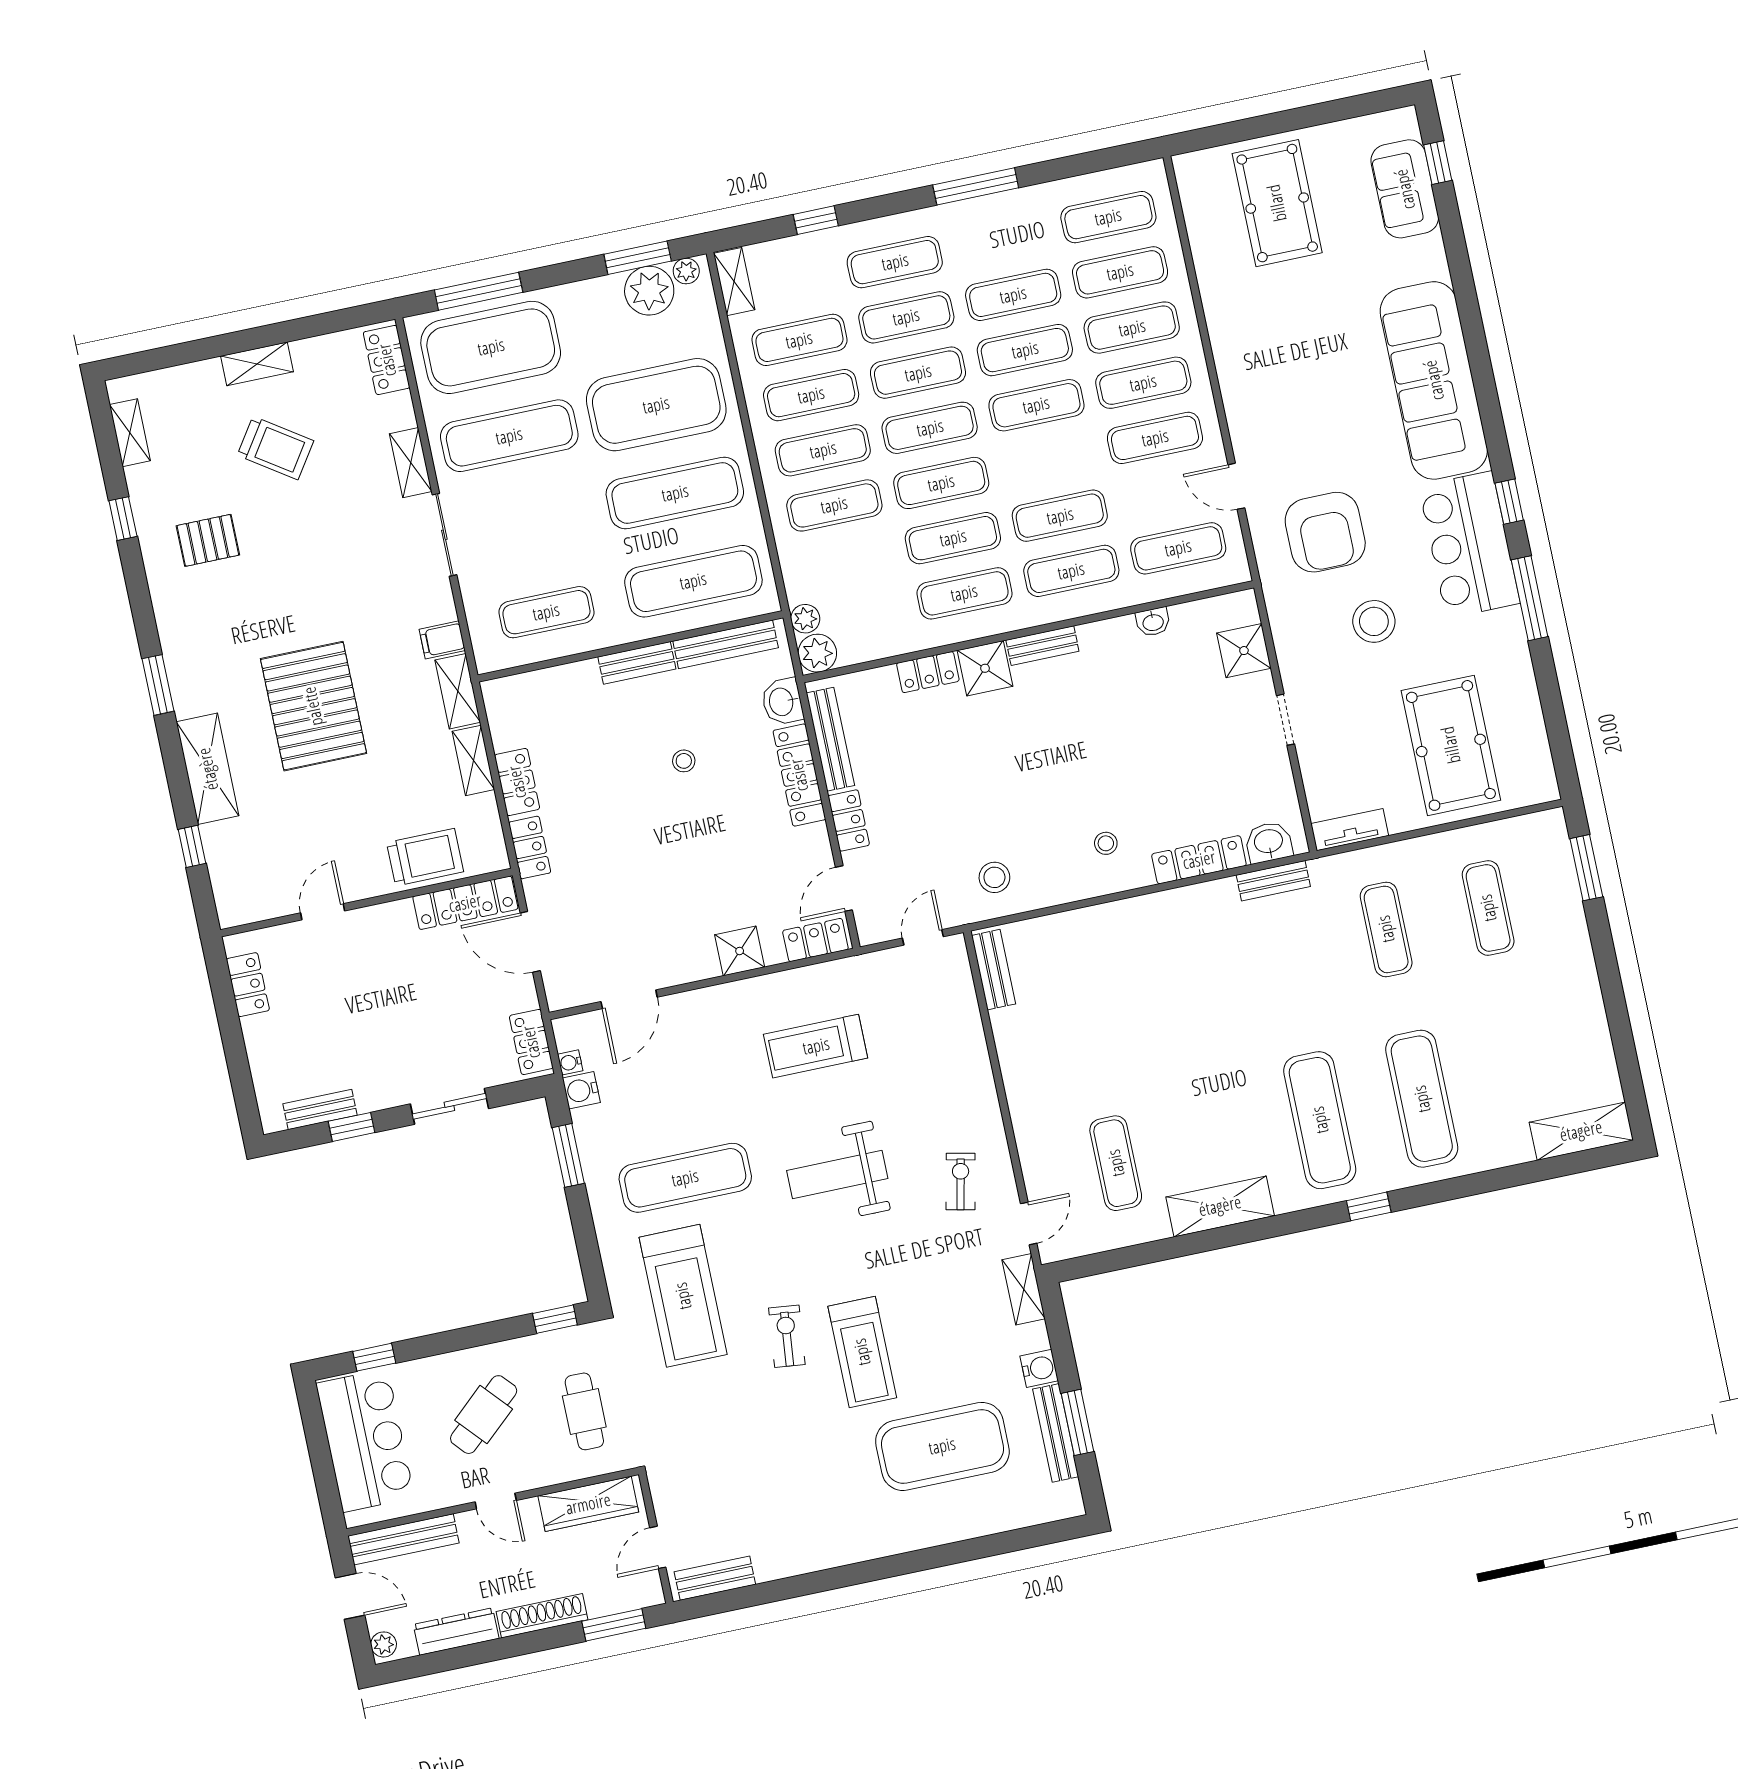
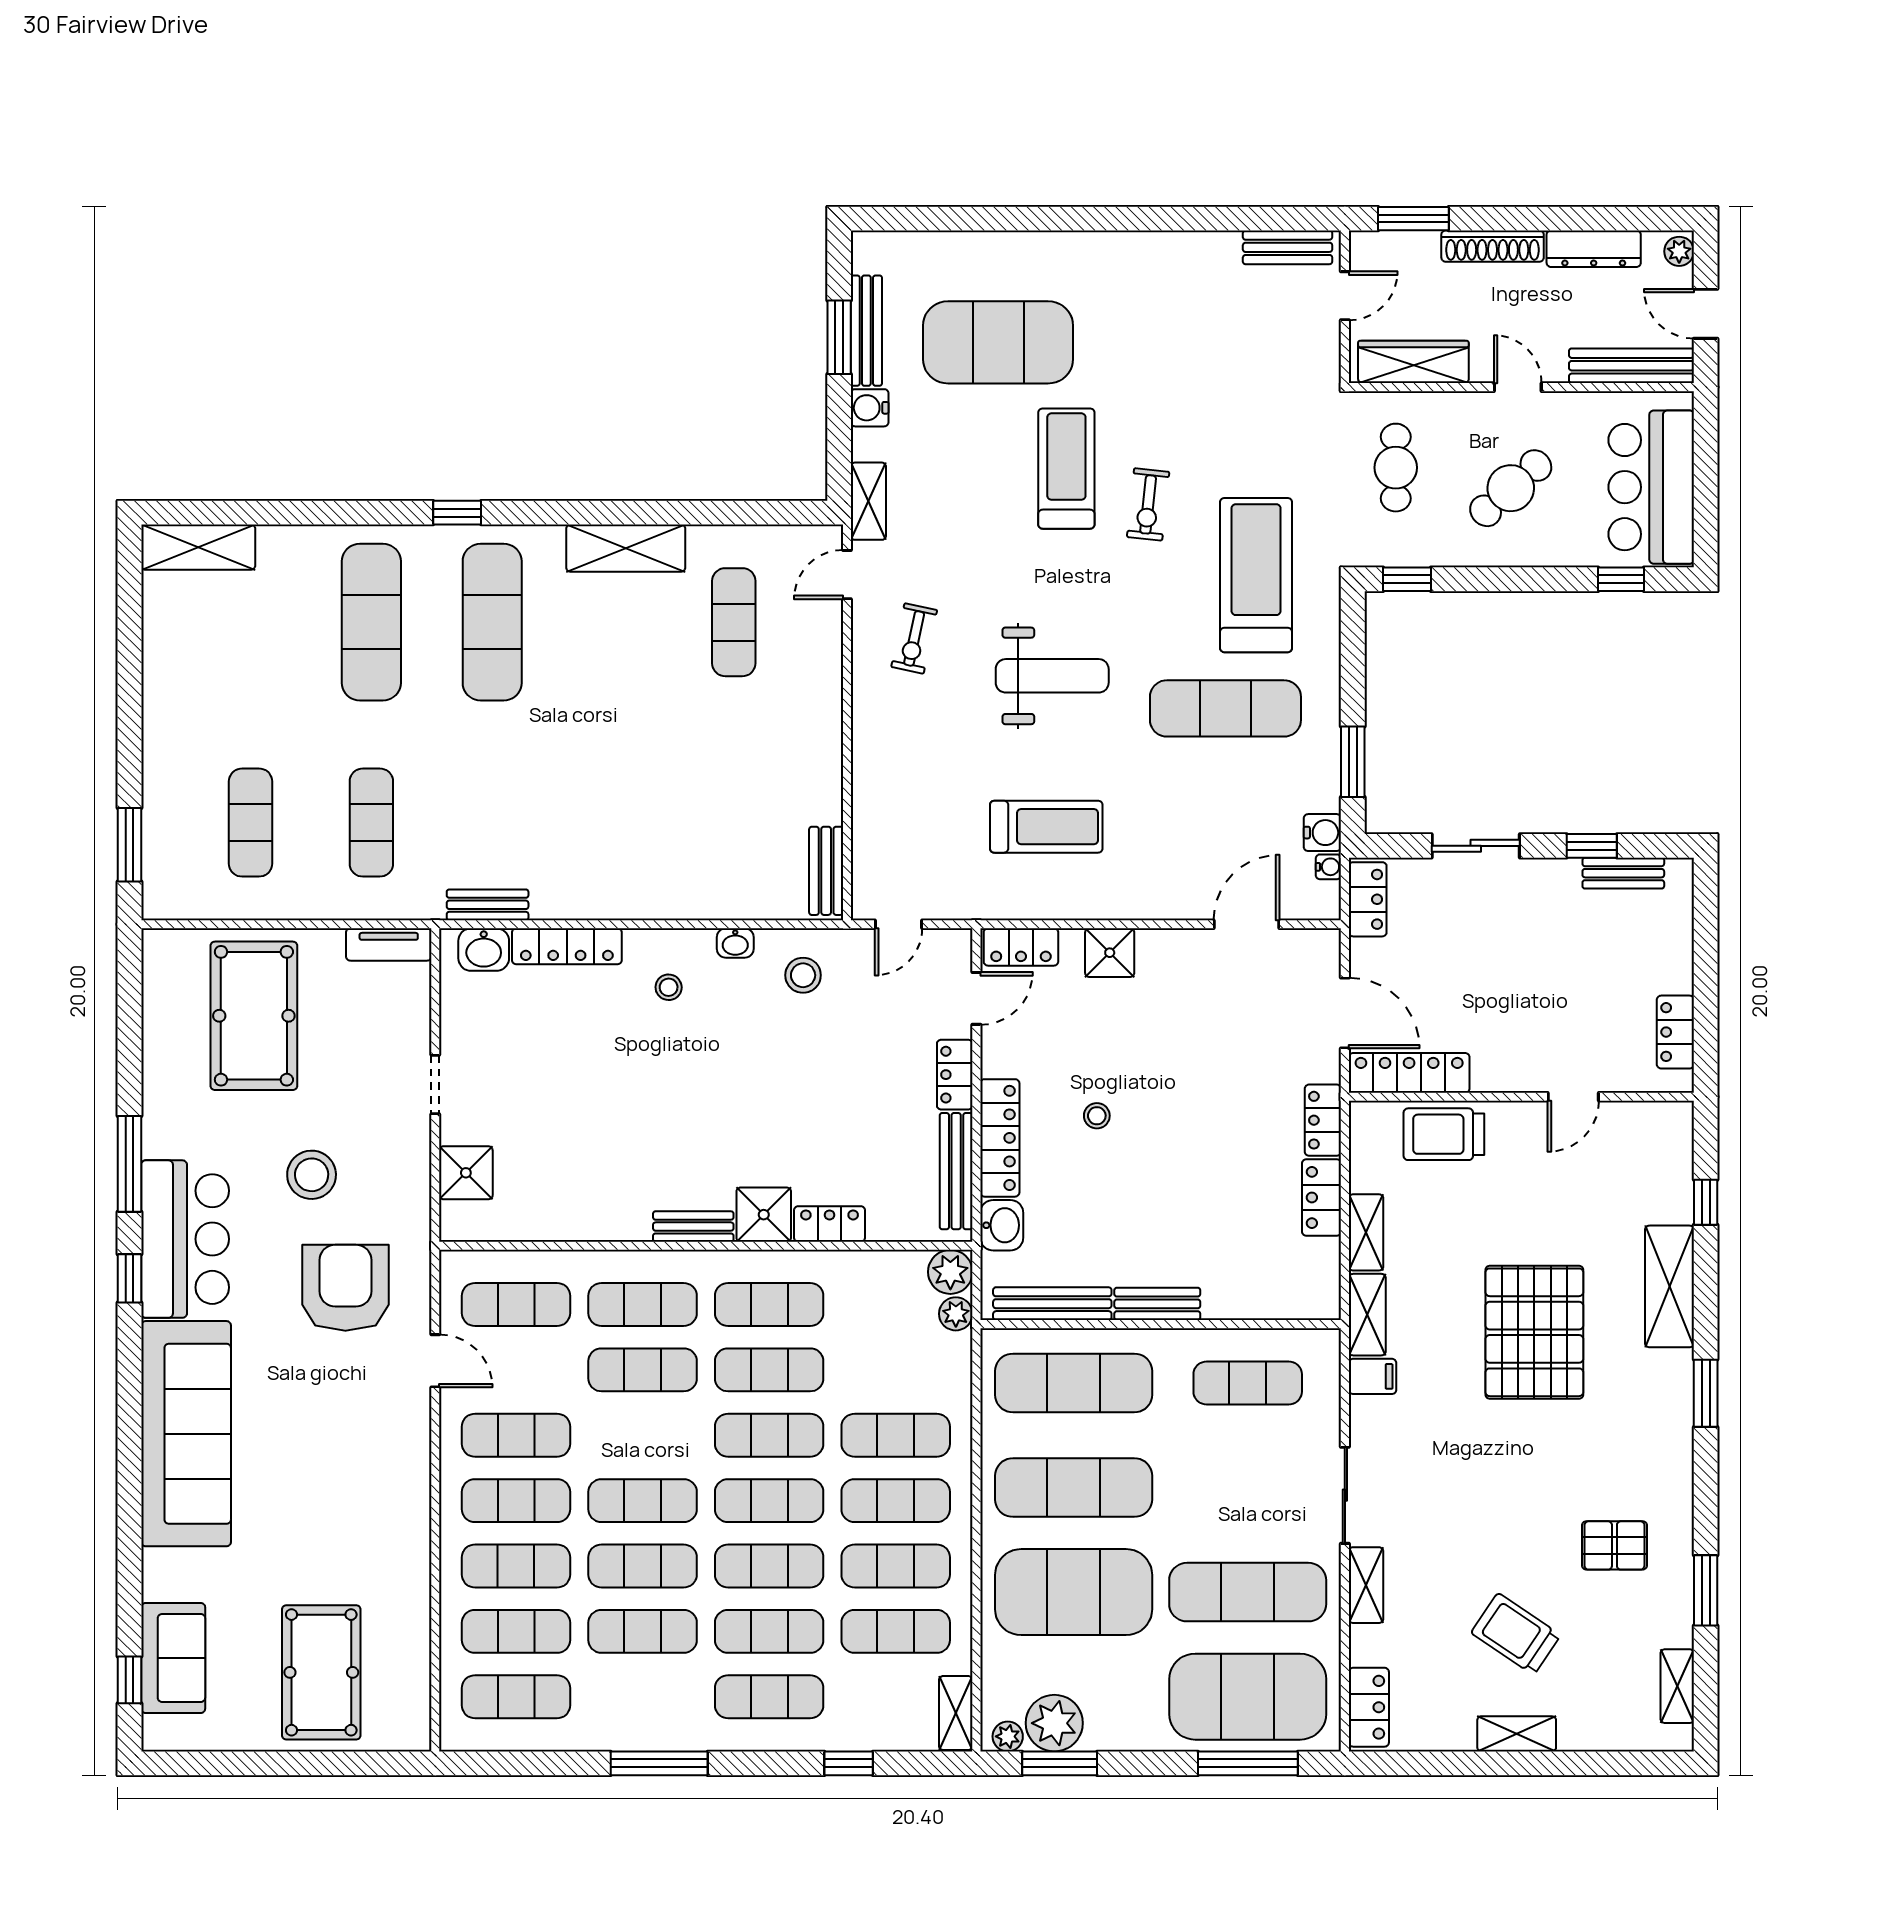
window: (123, 519) -> (1706, 1590), width x1.50
washbasin: (1153, 622) -> (735, 943), moved, turned 180
stool: (684, 761) -> (1097, 1116), moved

